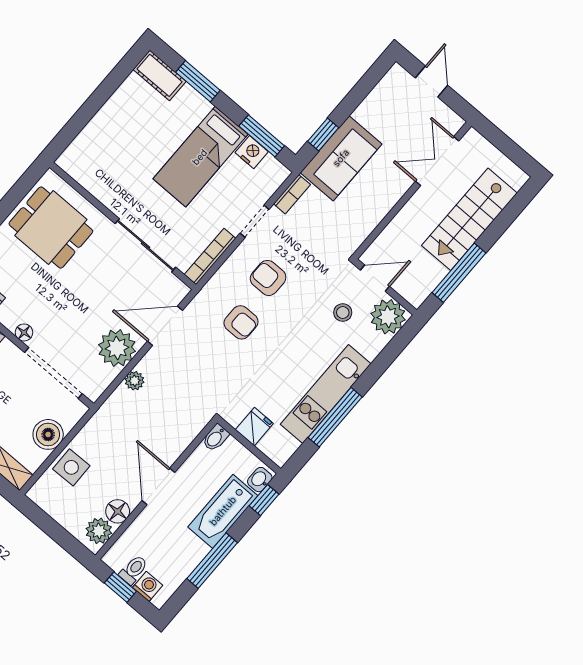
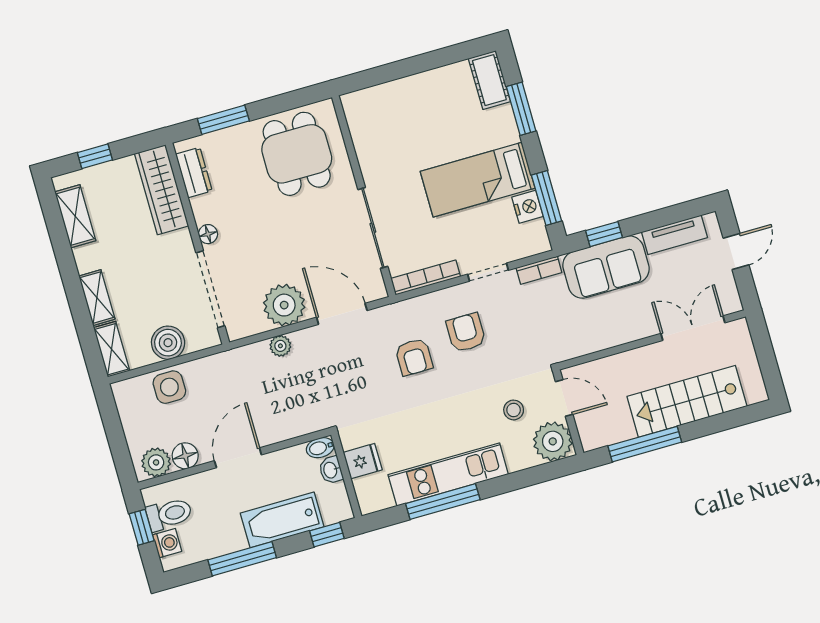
tv unit: (377, 100) -> (675, 235), added
washbasin: (260, 480) -> (331, 470), moved, turned -90
toilet: (133, 570) -> (169, 514), width x1.37, depth x1.39

